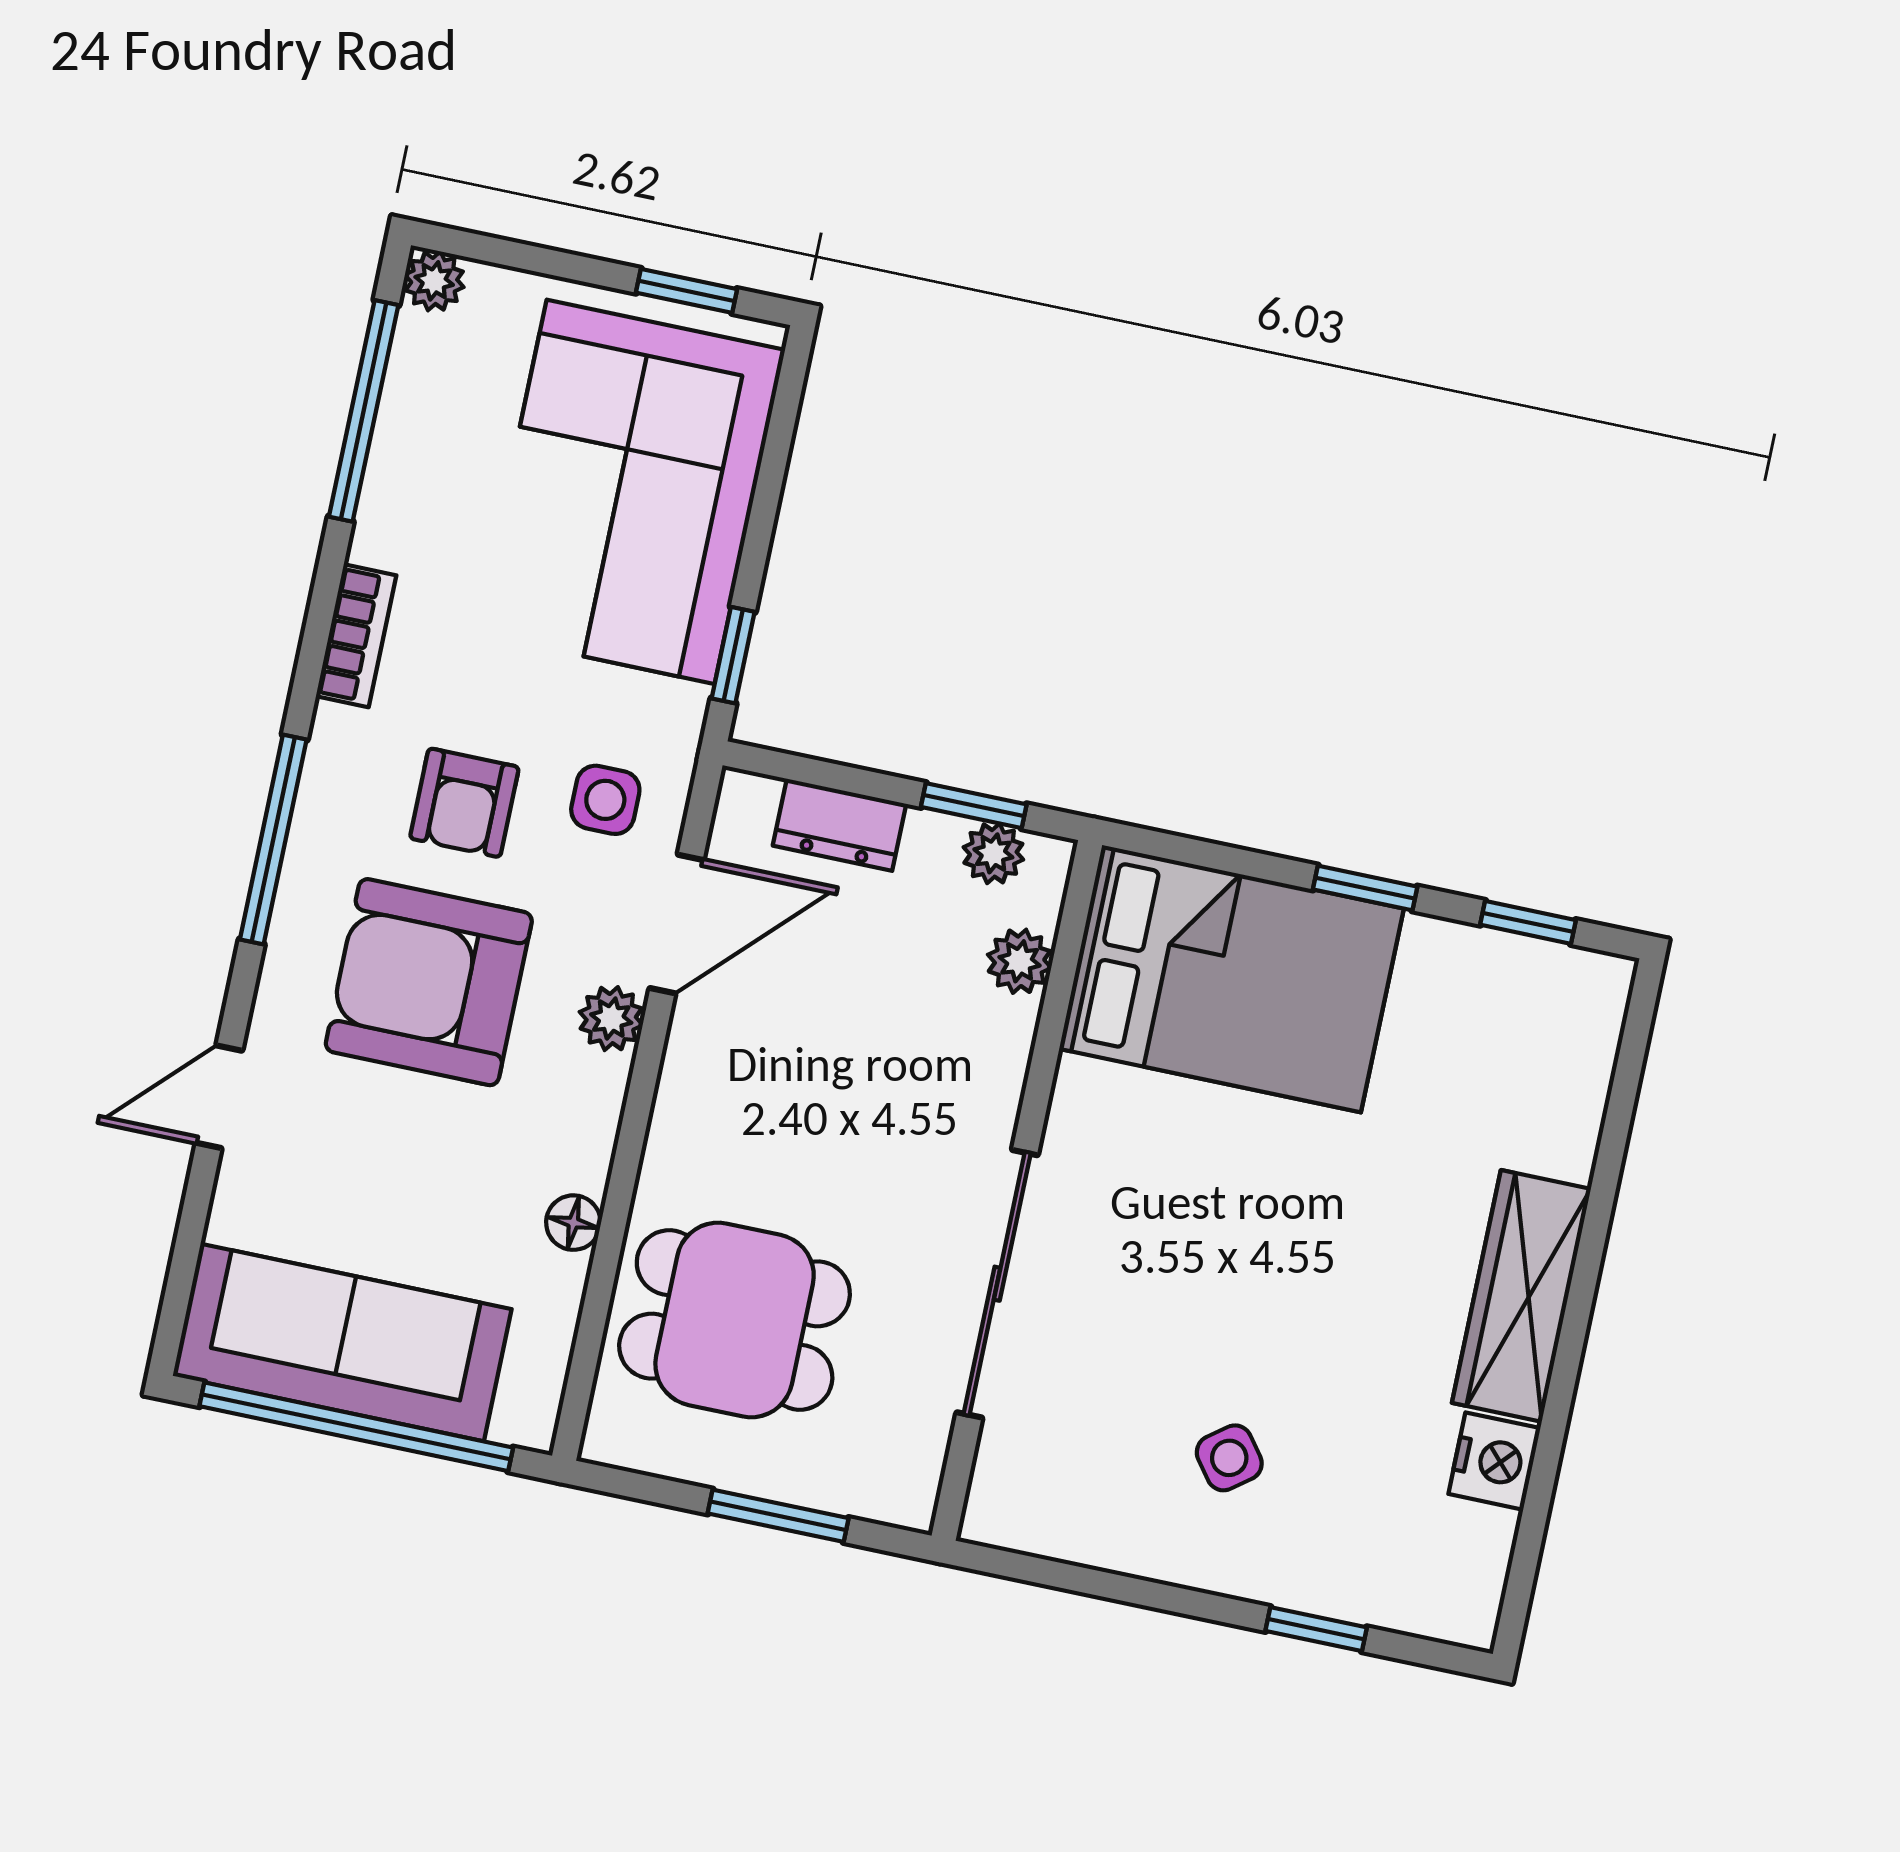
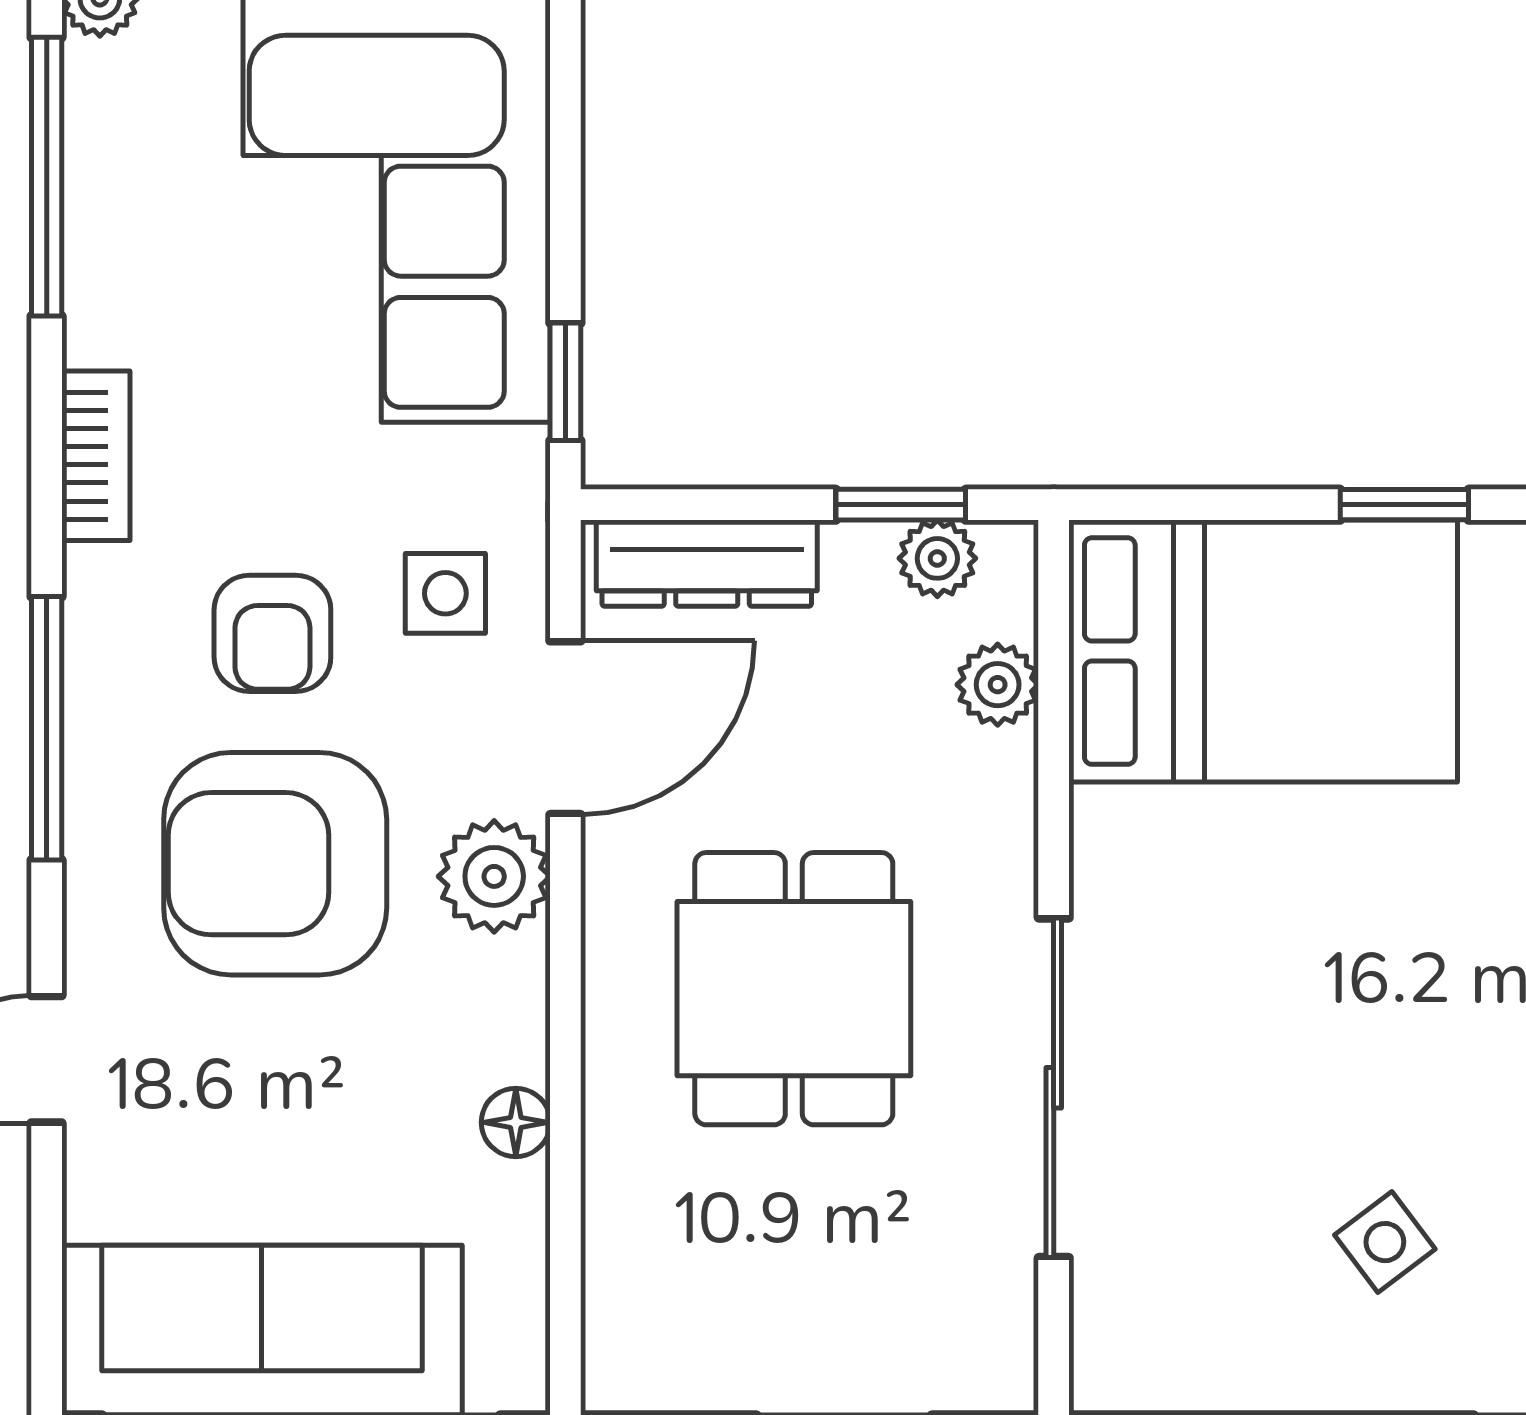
dresser: (840, 825) -> (707, 563), width x1.44
plant: (611, 1019) -> (494, 876), width x1.38, depth x1.38
dining table: (735, 1320) -> (794, 989), moved, turned 90

